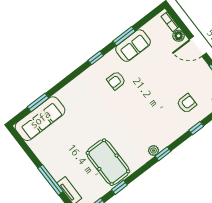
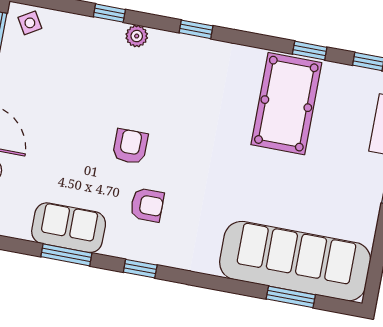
armchair: (187, 103) -> (130, 146), moved, turned 90
sofa: (40, 119) -> (295, 261), width x1.36, depth x1.27
plant: (153, 151) -> (137, 36), moved

